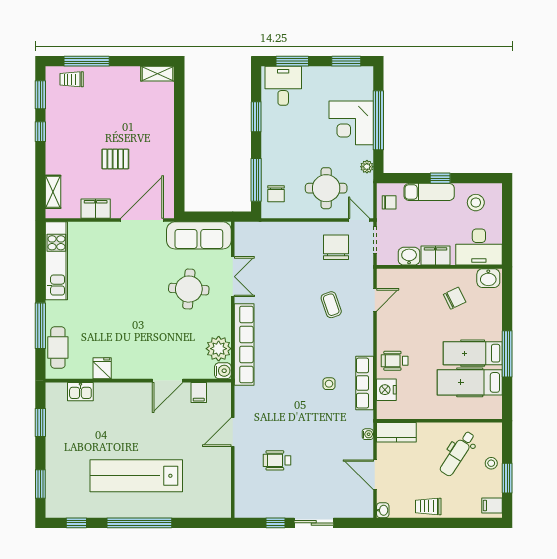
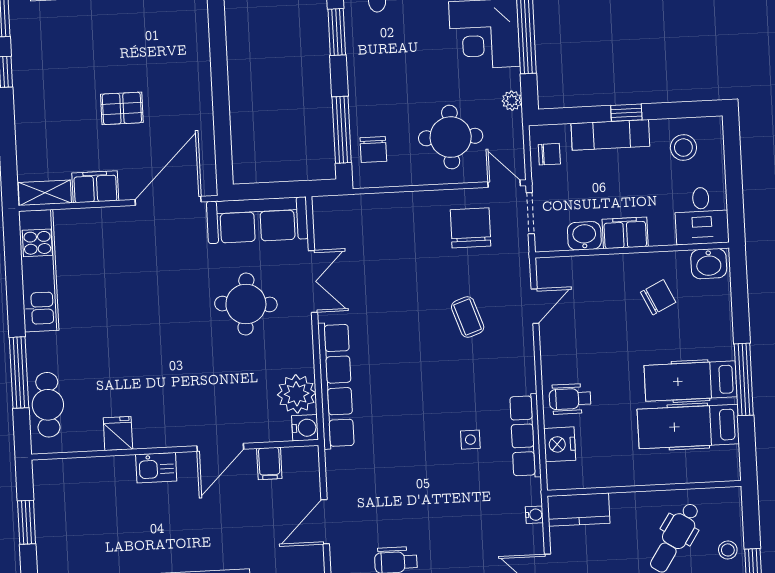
shelving: (53, 192) -> (45, 193), moved, turned 90
desk: (479, 247) -> (702, 216), width x0.73
kitchen sink: (80, 392) -> (156, 468), moved

